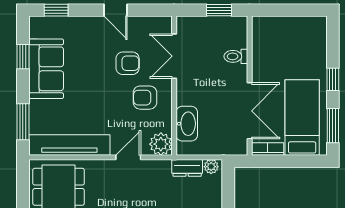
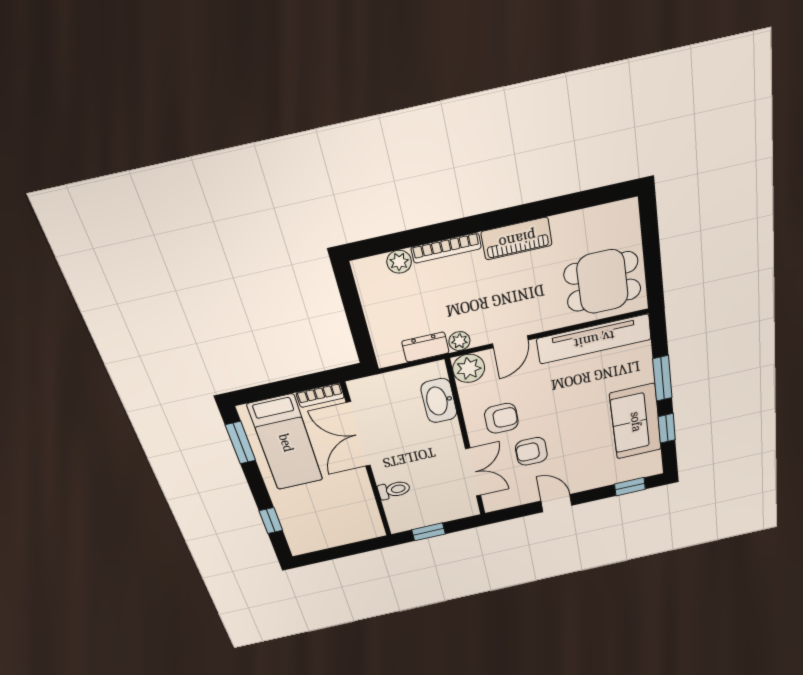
window: (333, 79) -> (271, 521), moved
window: (23, 122) -> (662, 378), moved
plant: (211, 167) -> (459, 341), moved

